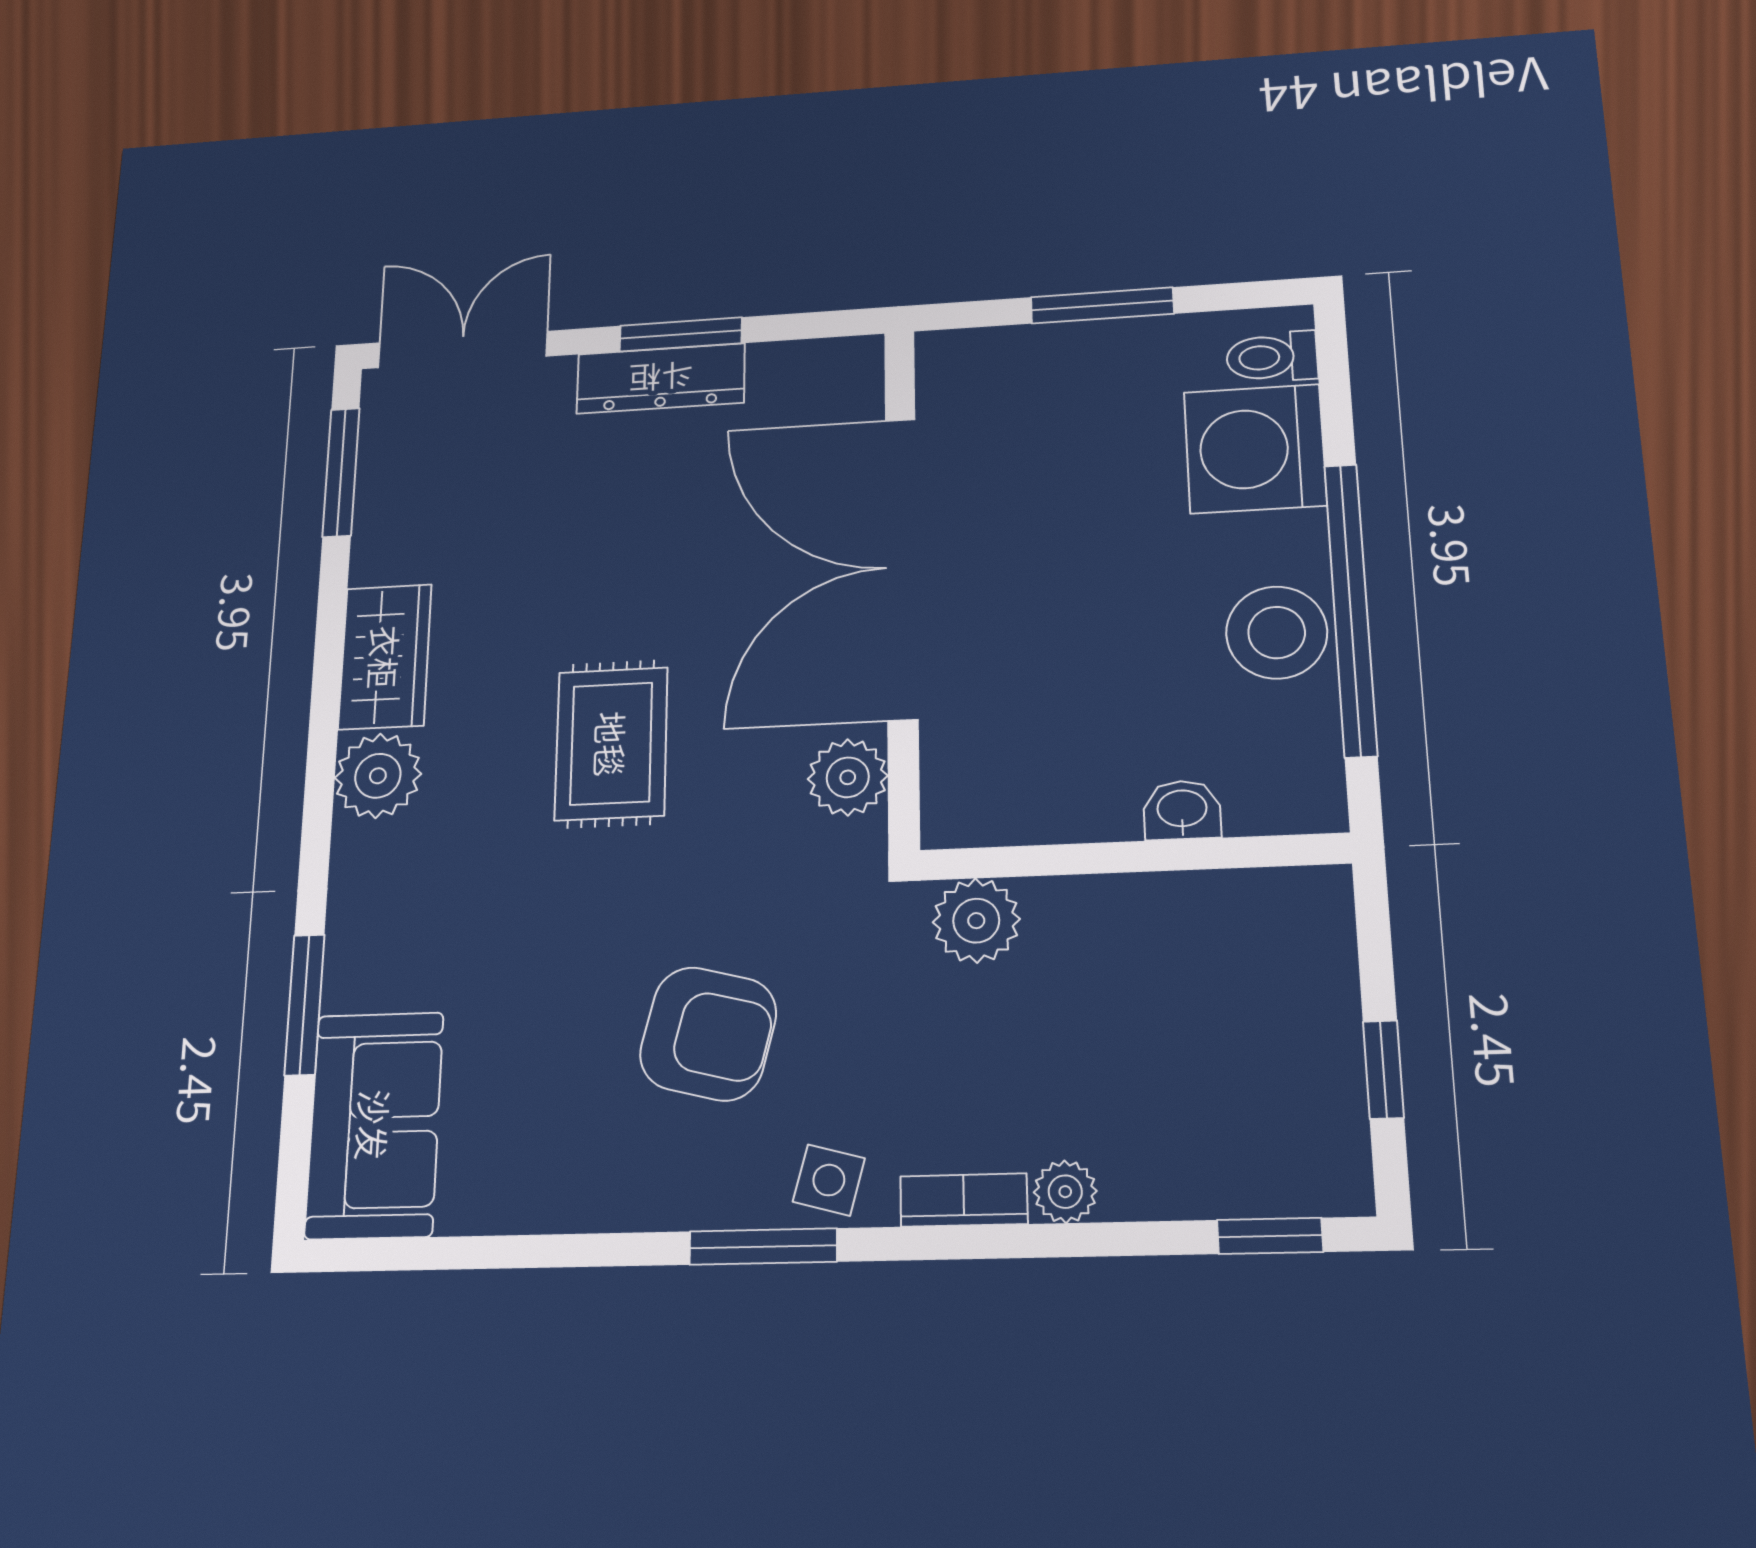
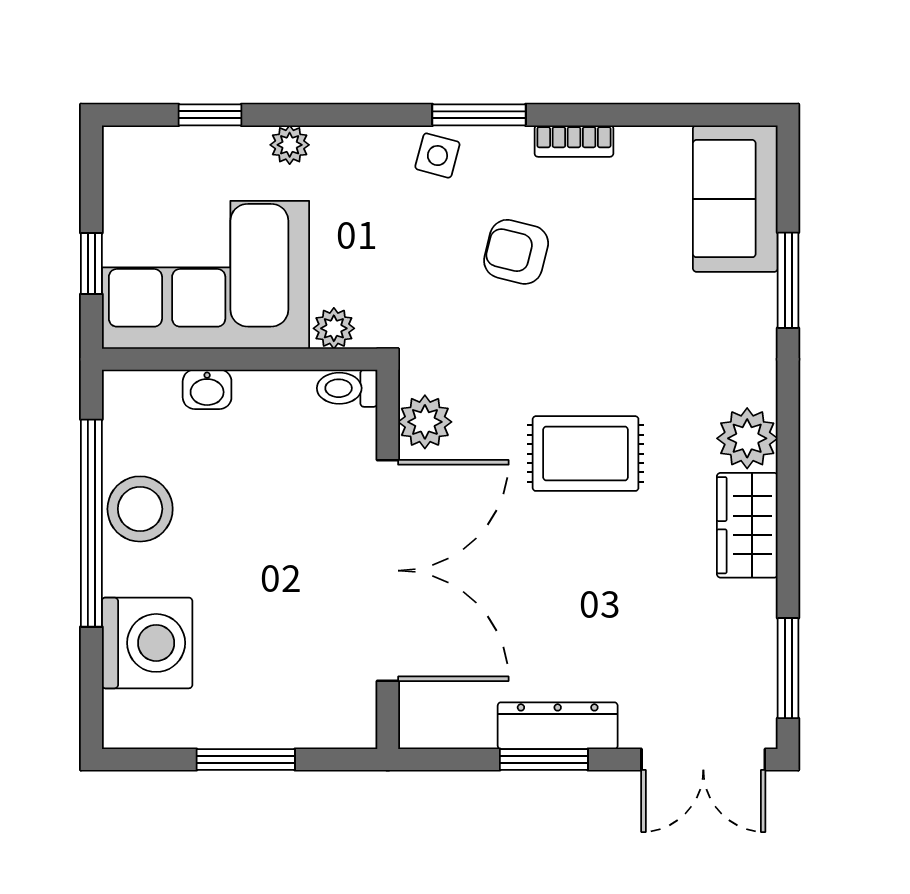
toilet: (1272, 357) -> (347, 388), moved, turned 180
rug: (611, 744) -> (586, 454), turned 90
plant: (976, 921) -> (334, 328), width x0.73, depth x0.73
corner sofa: (1193, 982) -> (205, 275), added
armchair: (708, 1034) -> (516, 252), width x0.72, depth x0.72
window: (1383, 1070) -> (91, 263), moved
bookcase: (964, 1200) -> (574, 141), moved
window: (1270, 1236) -> (210, 115), moved

